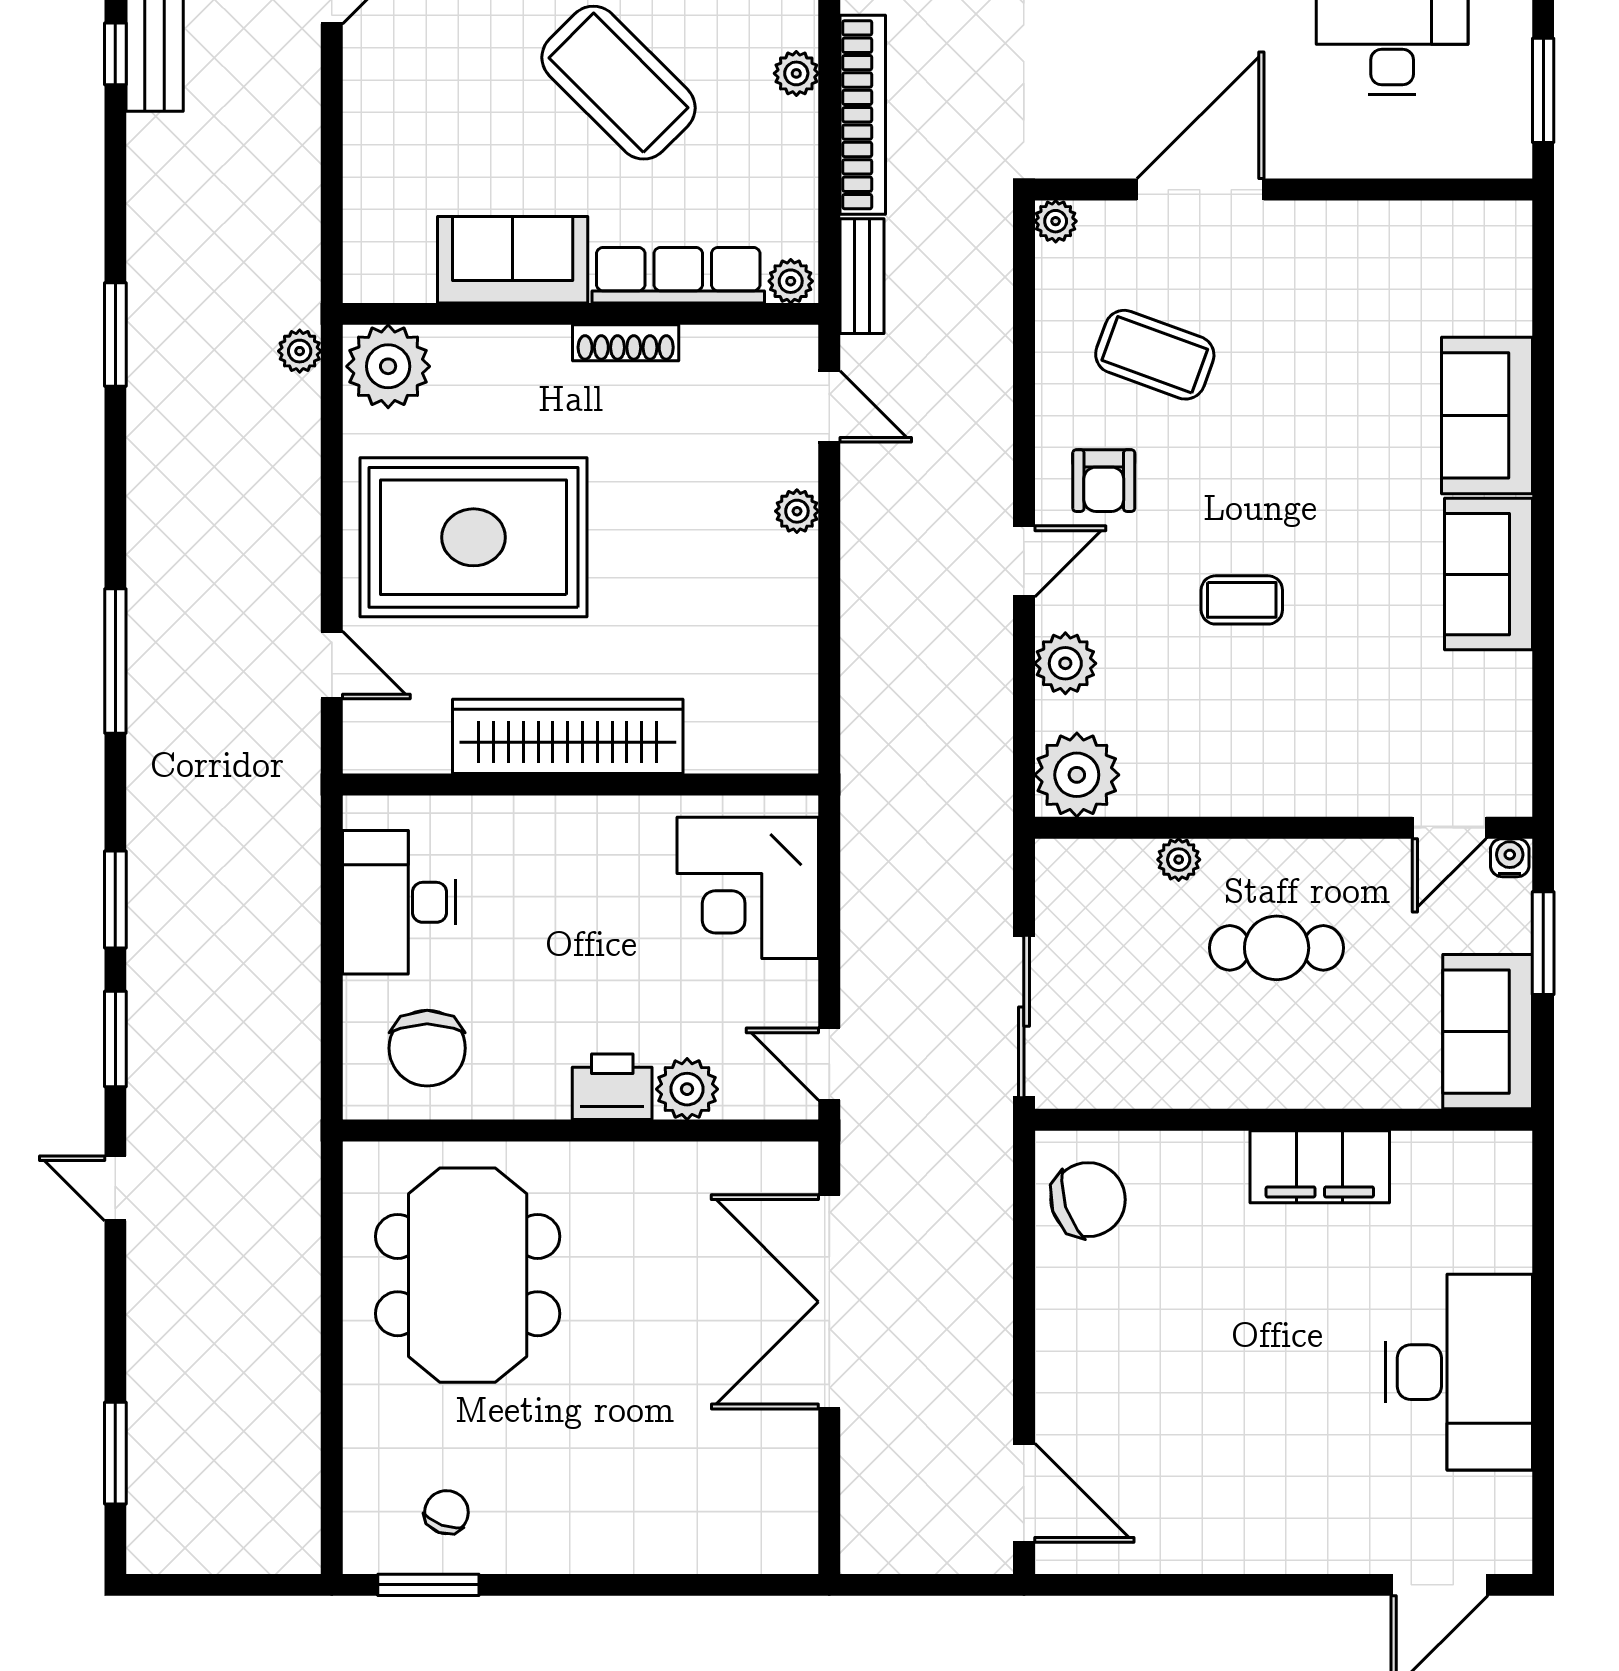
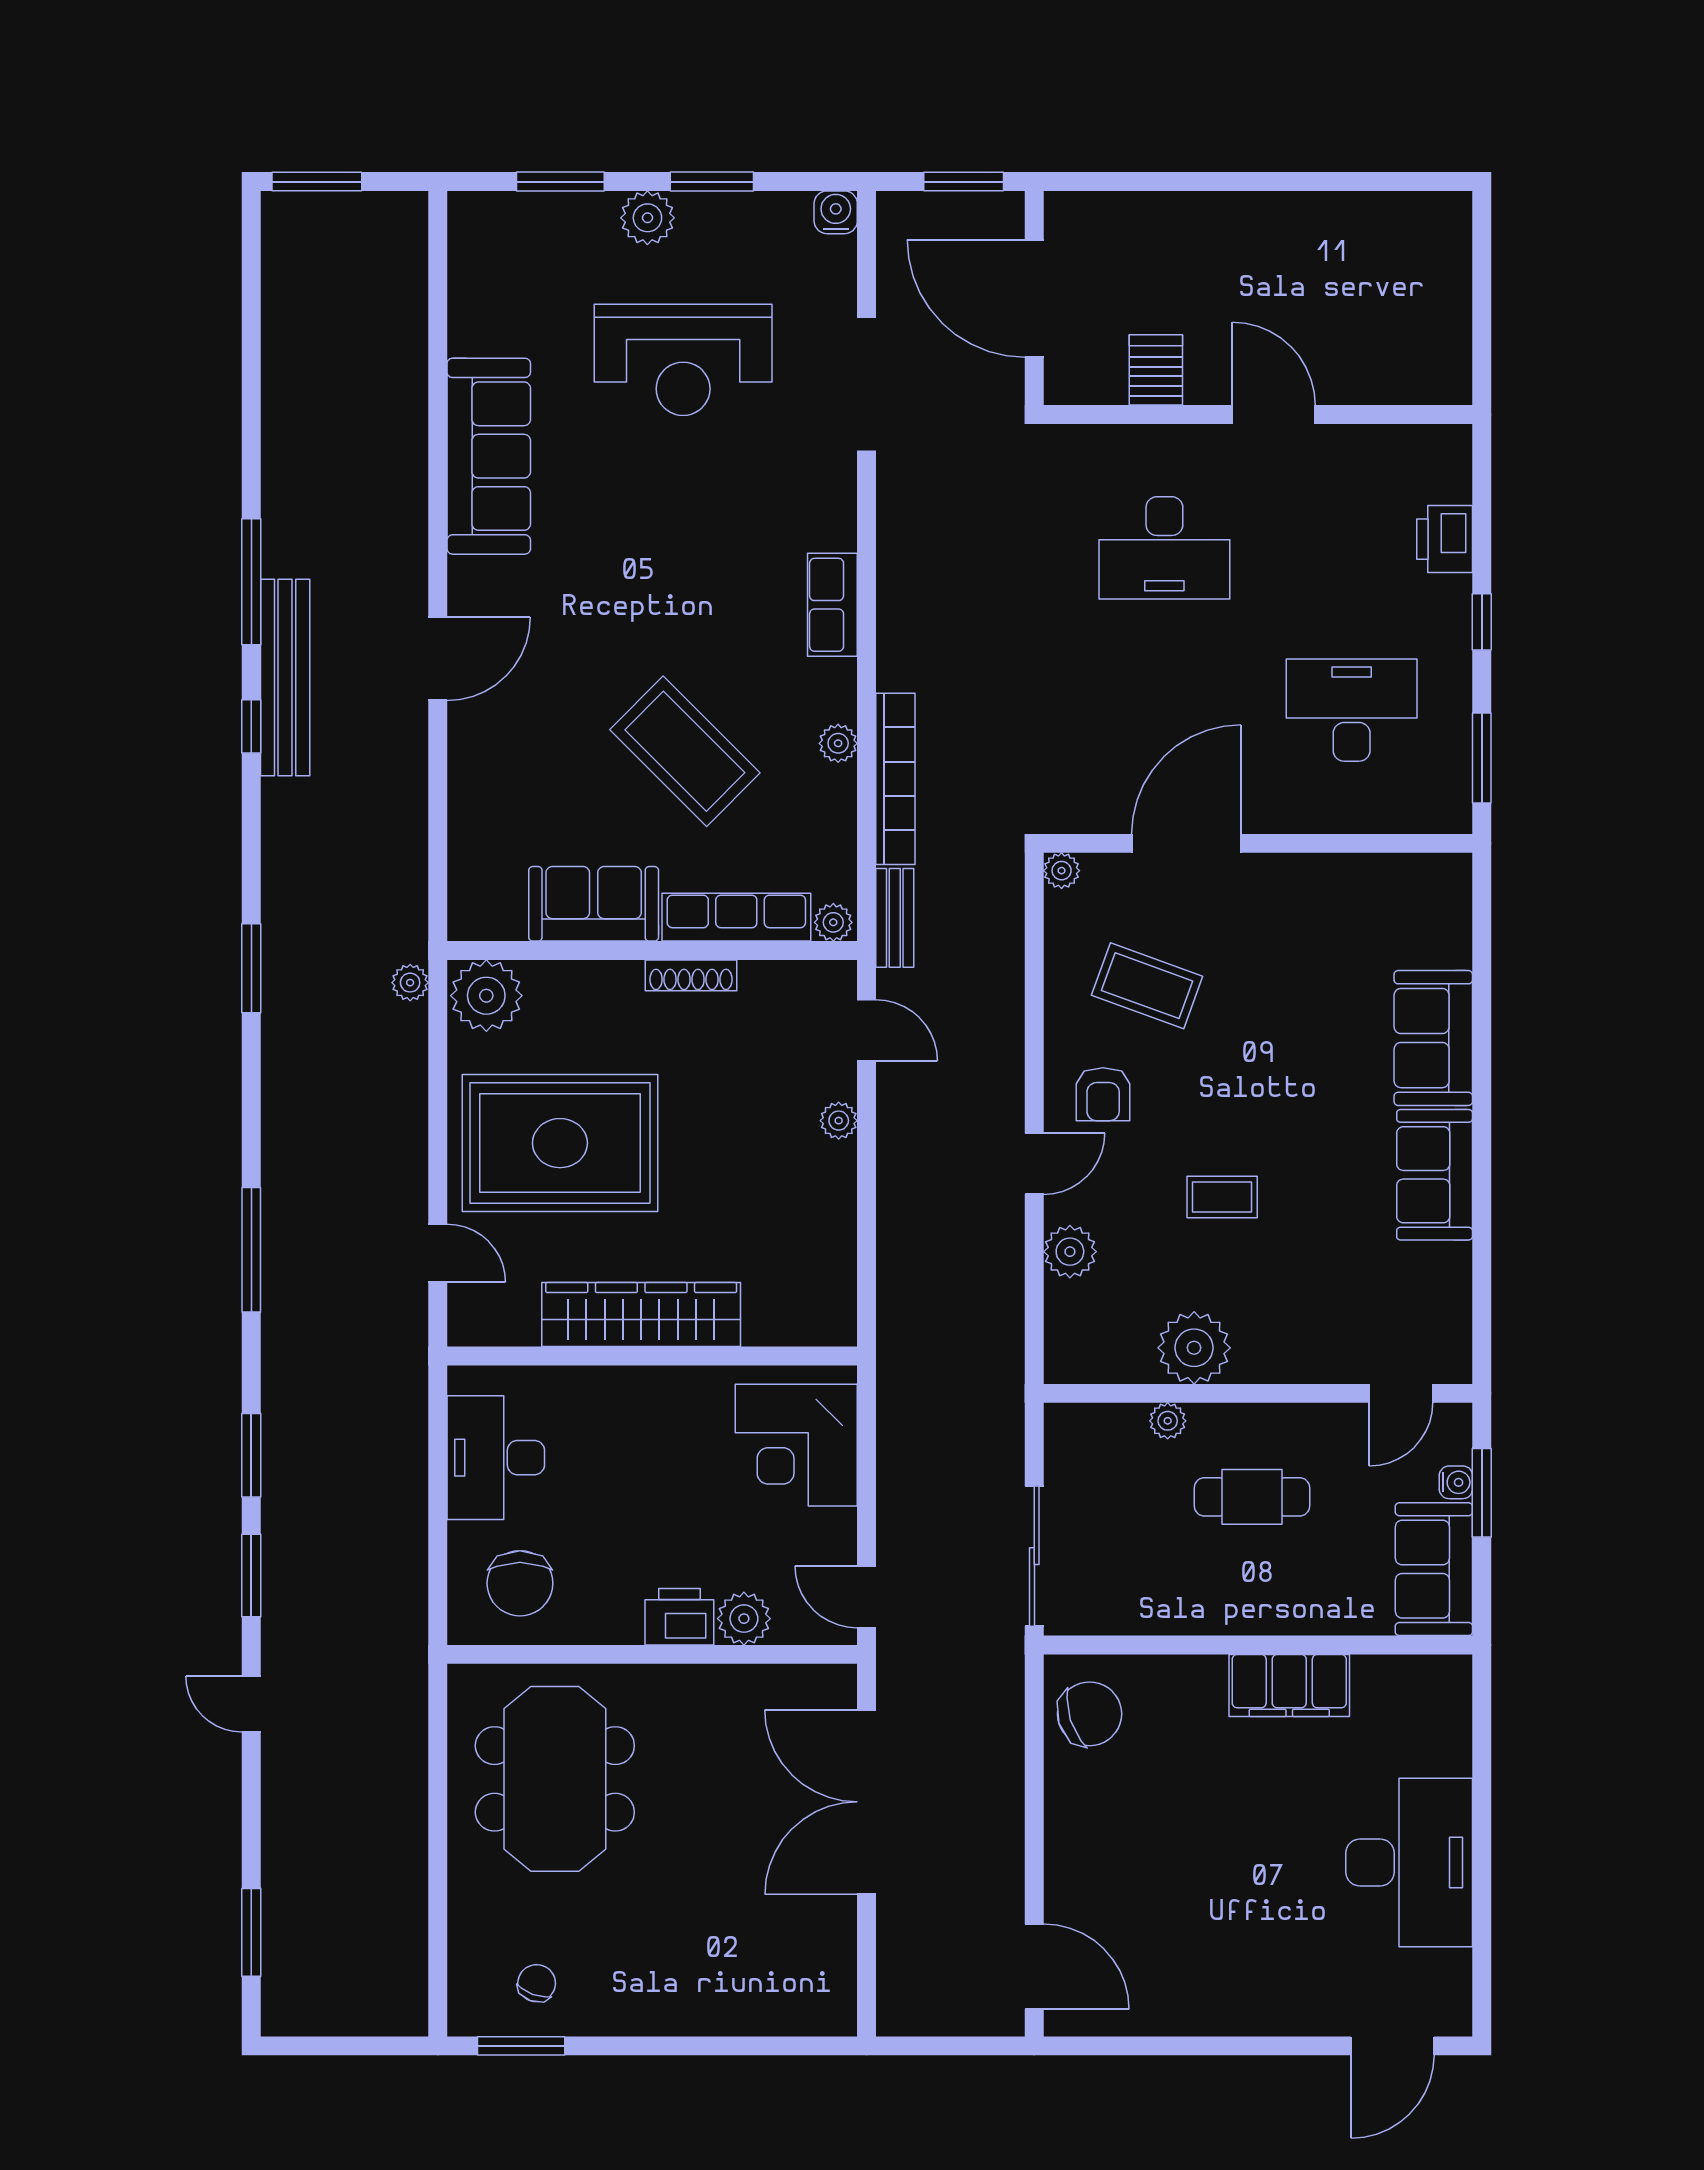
plant: (1077, 775) -> (1194, 1348), moved
water cooler: (1510, 858) -> (1456, 1482), moved, turned 90

